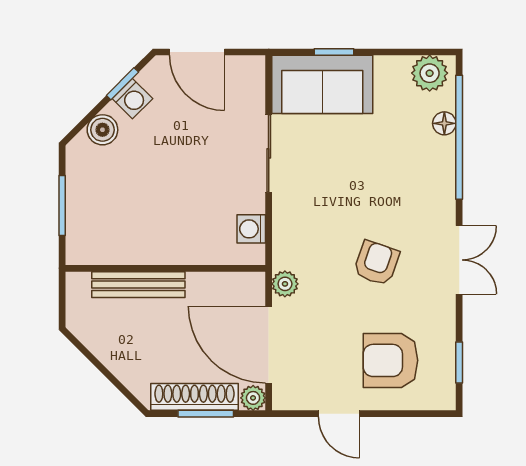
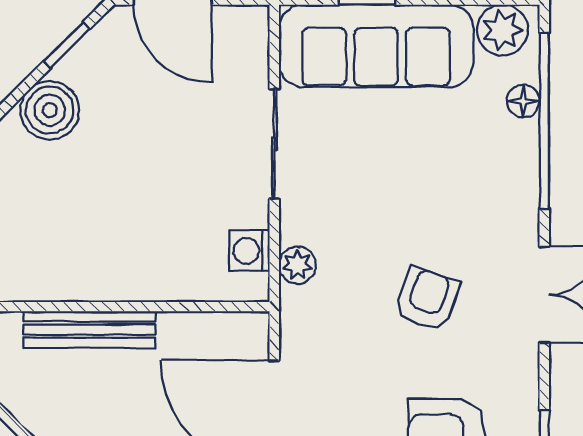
sofa: (322, 84) -> (376, 46), width x1.36
washing machine: (132, 99) -> (81, 66), removed
boiler: (102, 130) -> (50, 110), width x1.36, depth x1.36
plant: (285, 284) -> (297, 265), moved

